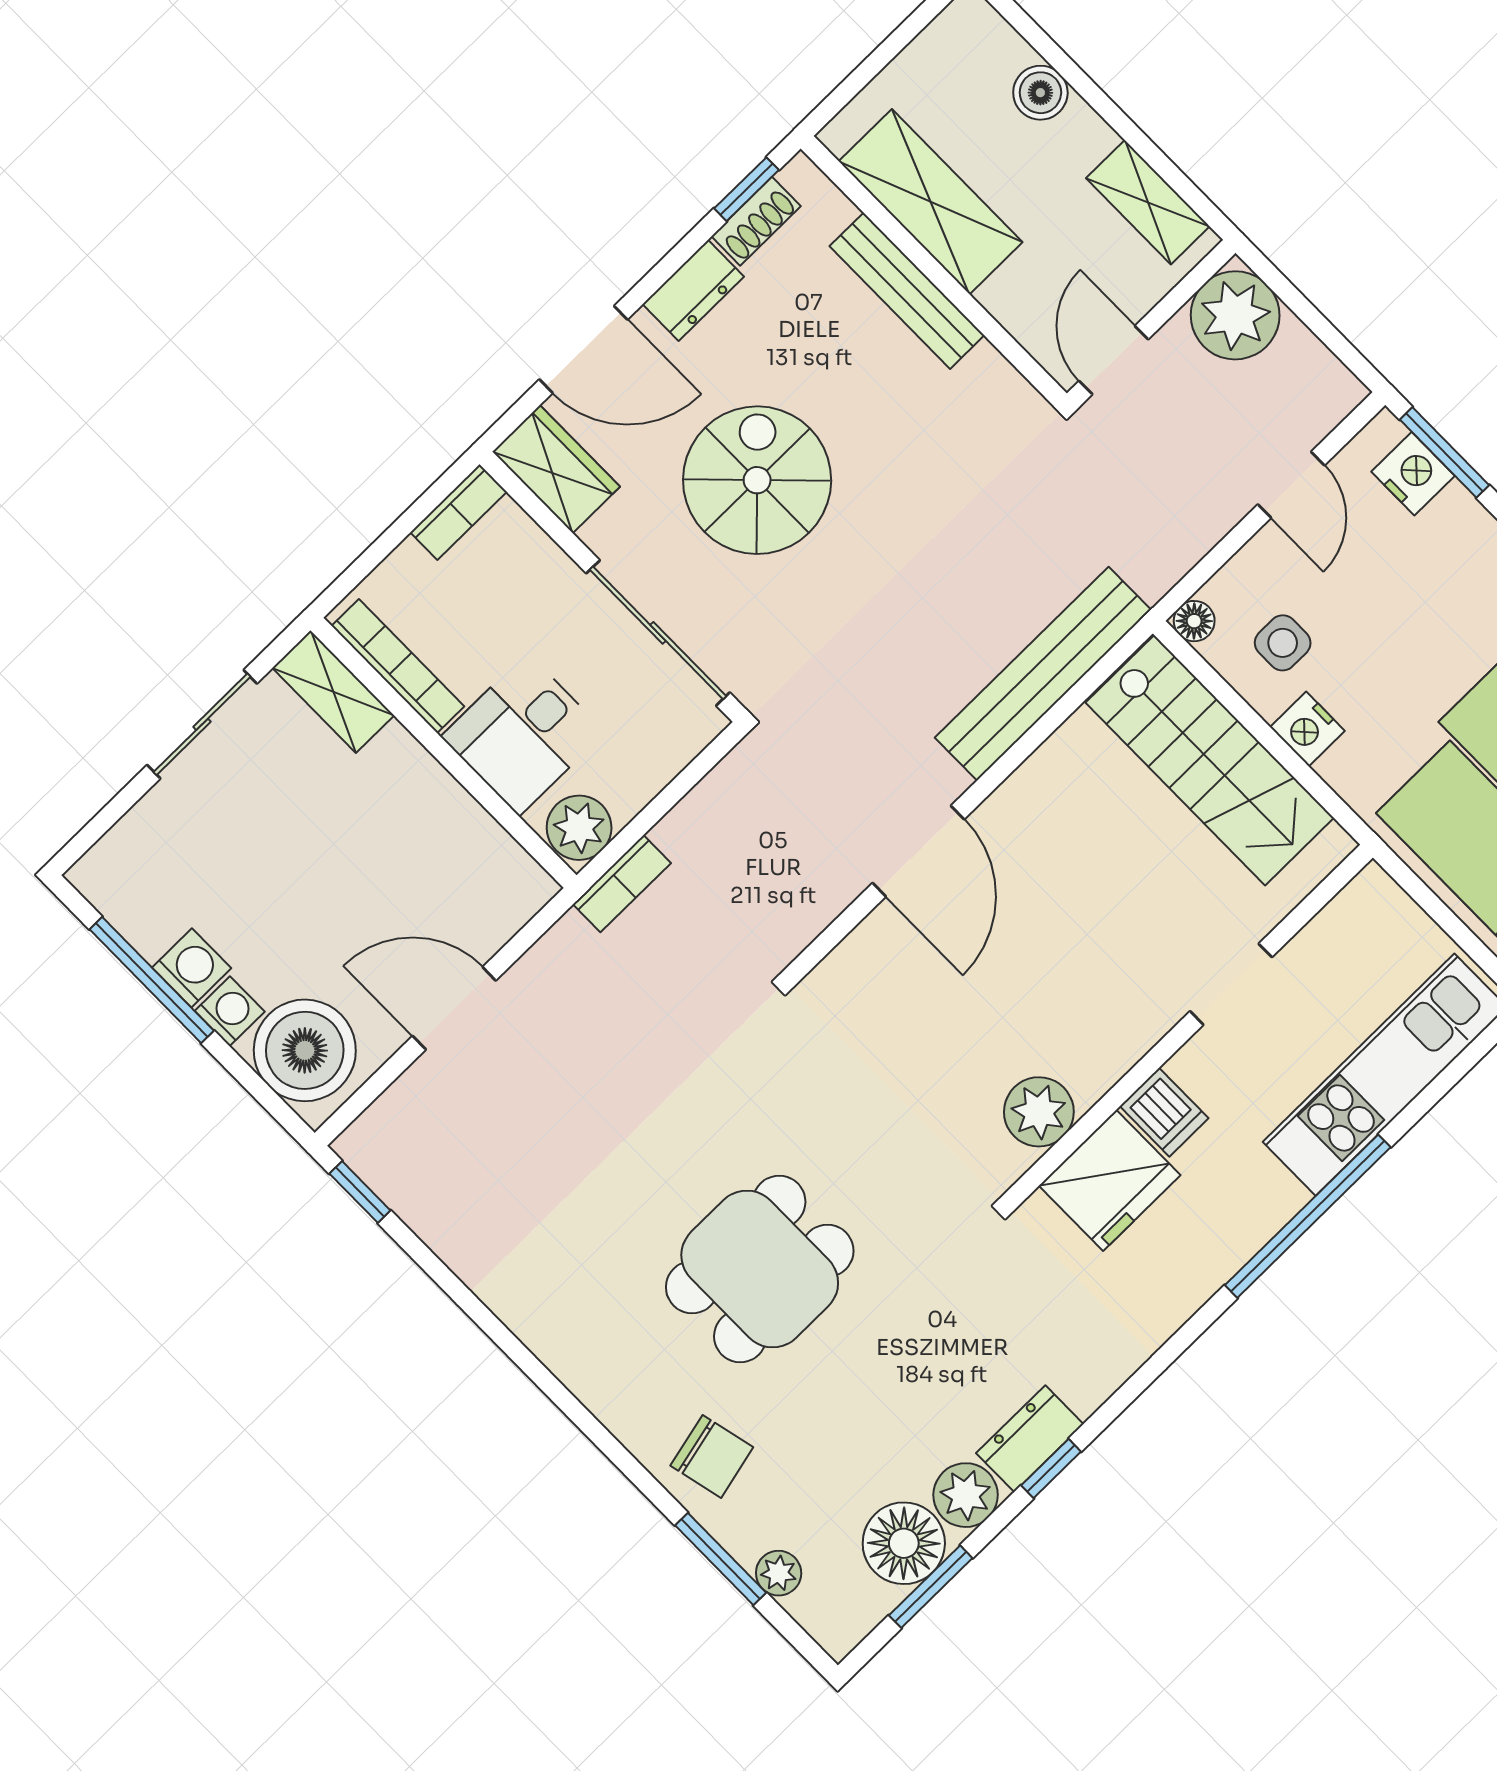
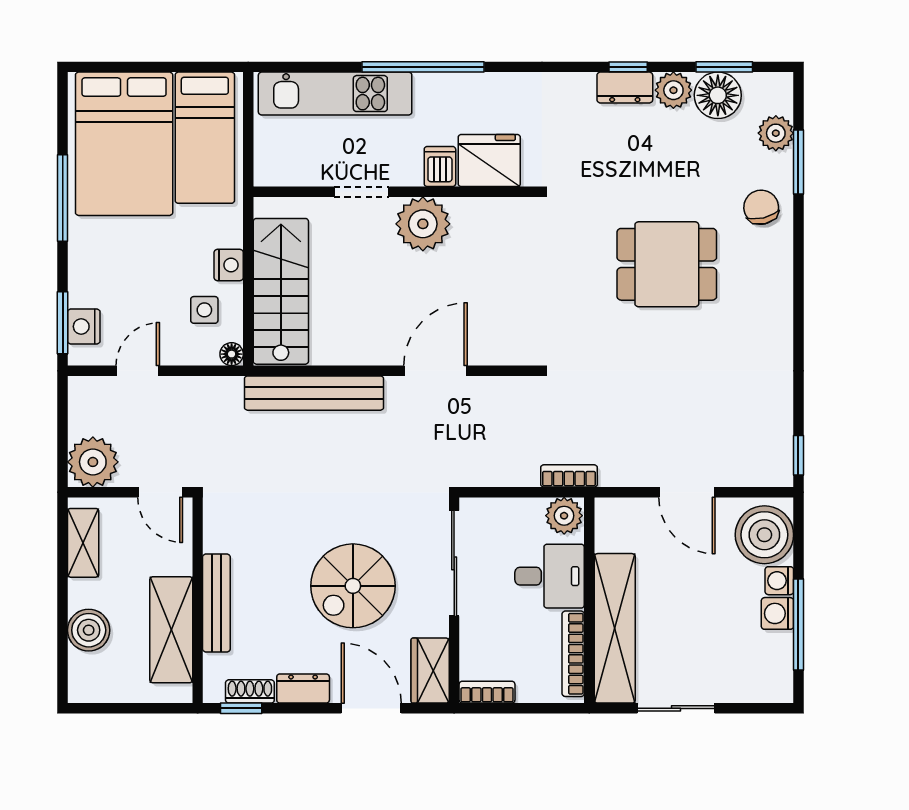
boiler: (1040, 93) -> (89, 630), width x1.36, depth x1.36
door: (1114, 360) -> (160, 492), hinge flipped
shelving: (333, 692) -> (615, 628), width x2.20, depth x1.33
plant: (1039, 1112) -> (423, 224), moved, width x1.36, depth x1.36
plant: (779, 1573) -> (776, 133), width x1.38, depth x1.38

